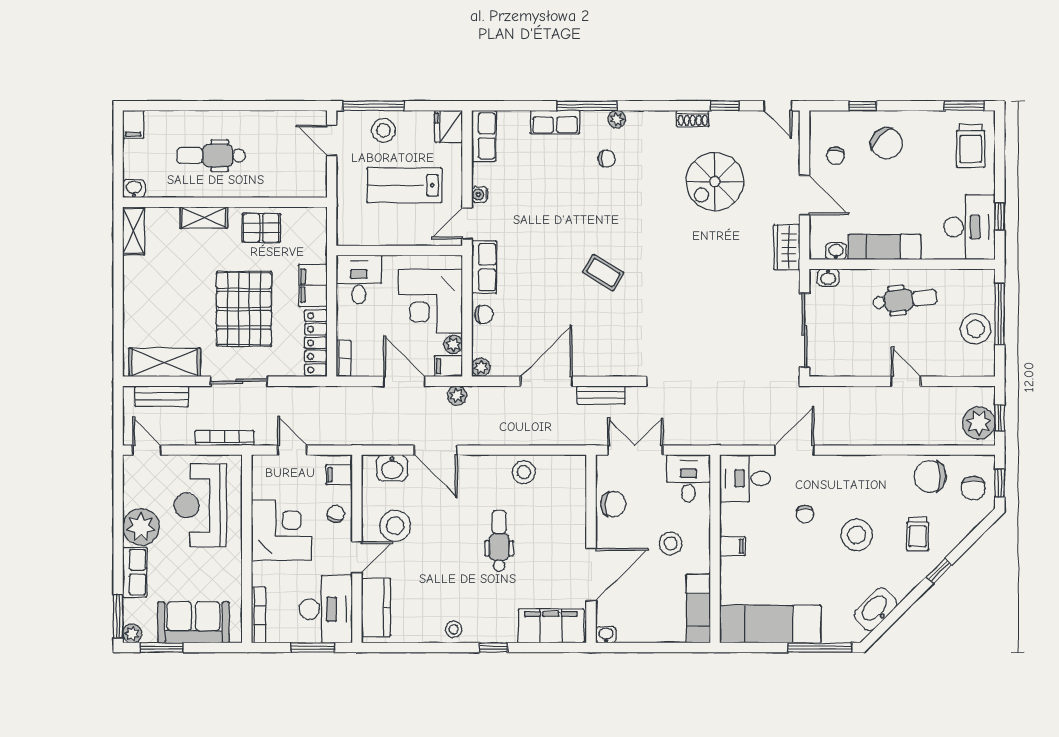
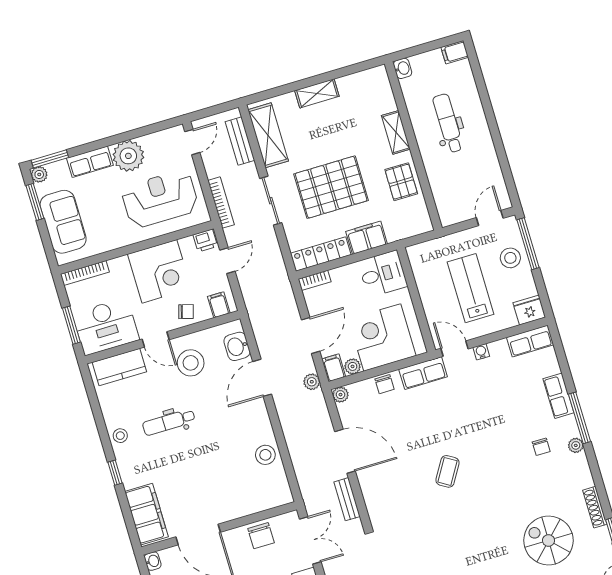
shoe rack: (693, 118) -> (595, 507), width x1.43
shelving: (134, 231) -> (317, 93), moved
printer: (262, 468) -> (205, 241), added
dental chair: (499, 541) -> (169, 422), moved, turned 180

